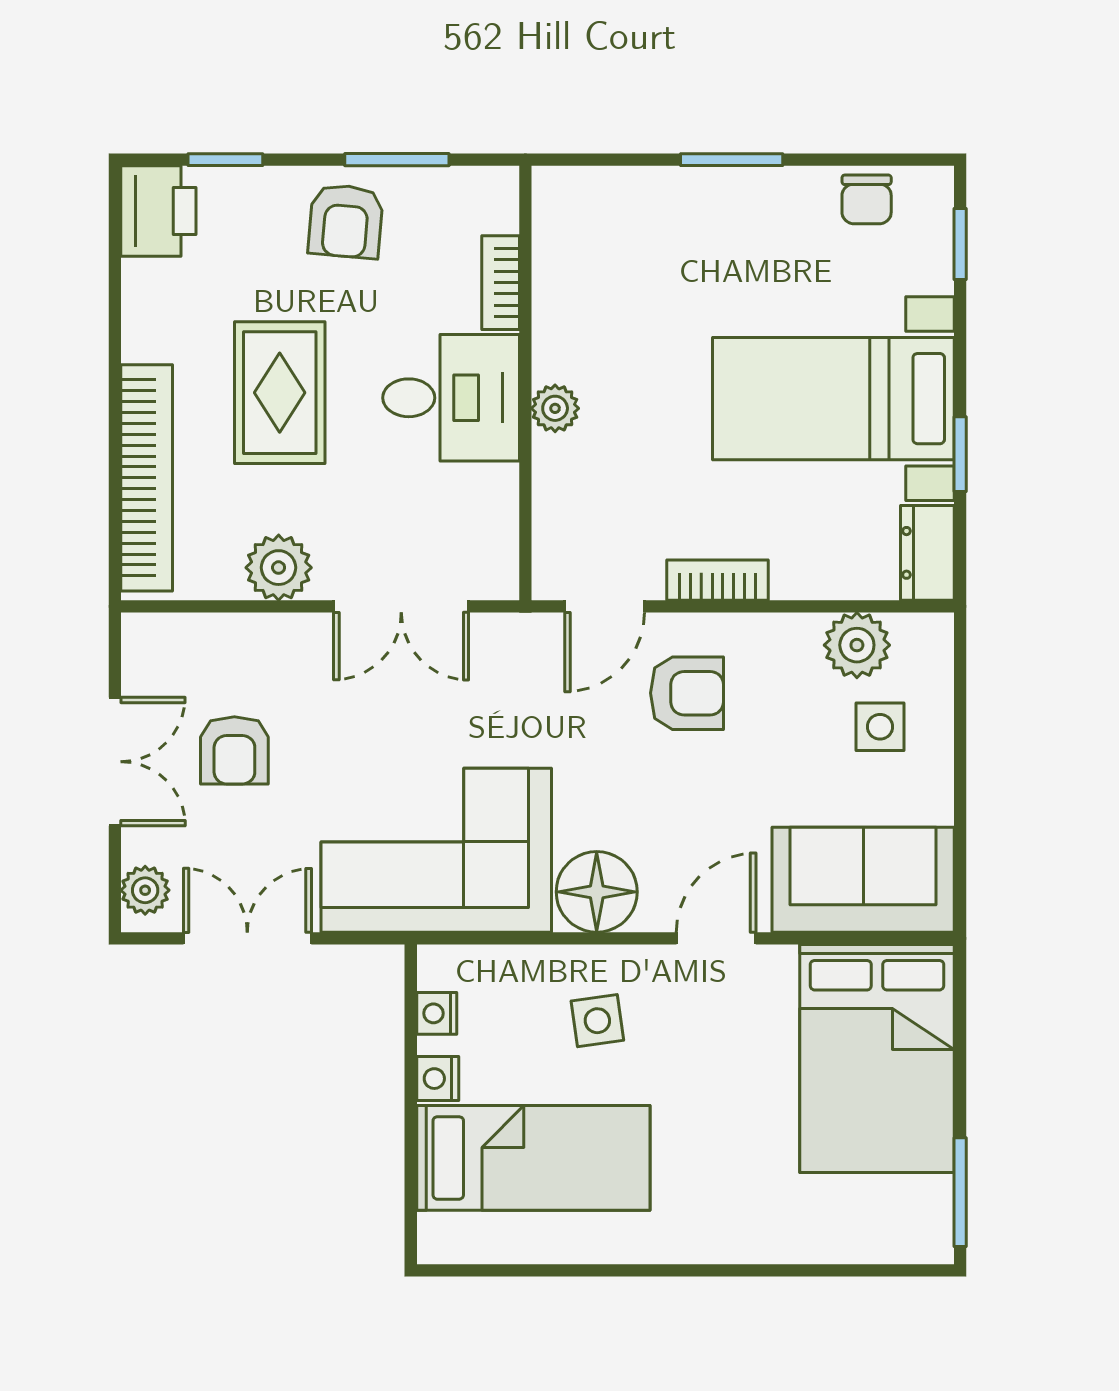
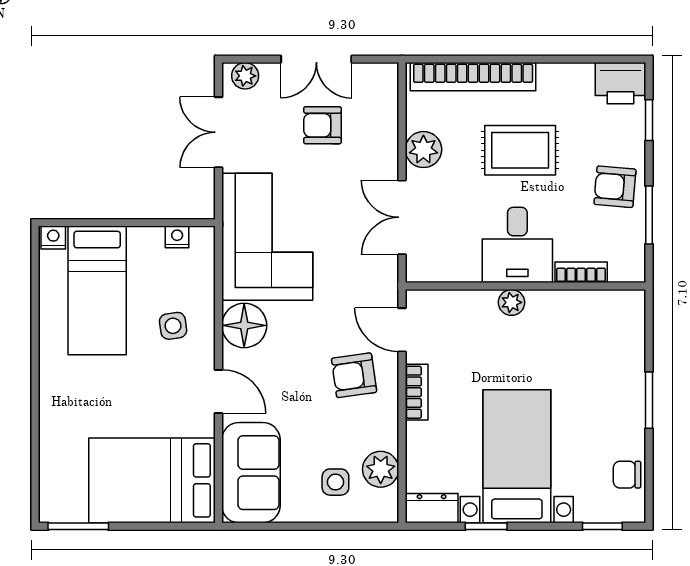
armchair: (687, 693) -> (354, 375), turned 82
double door: (247, 938) -> (218, 132), swing flipped
nightstand: (438, 1079) -> (53, 238), moved

